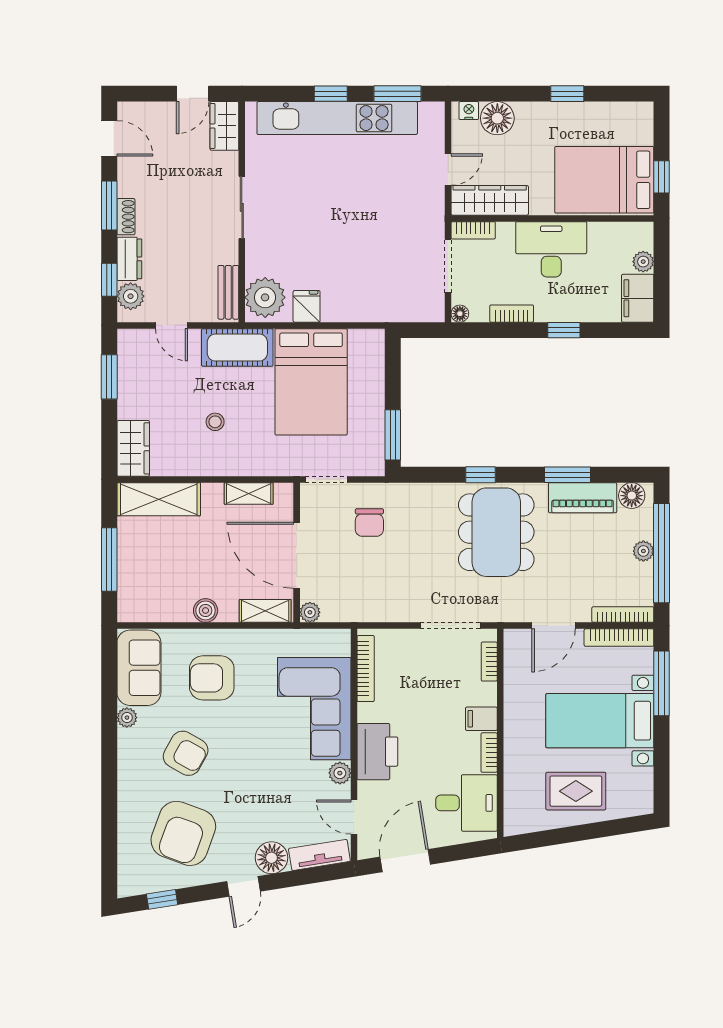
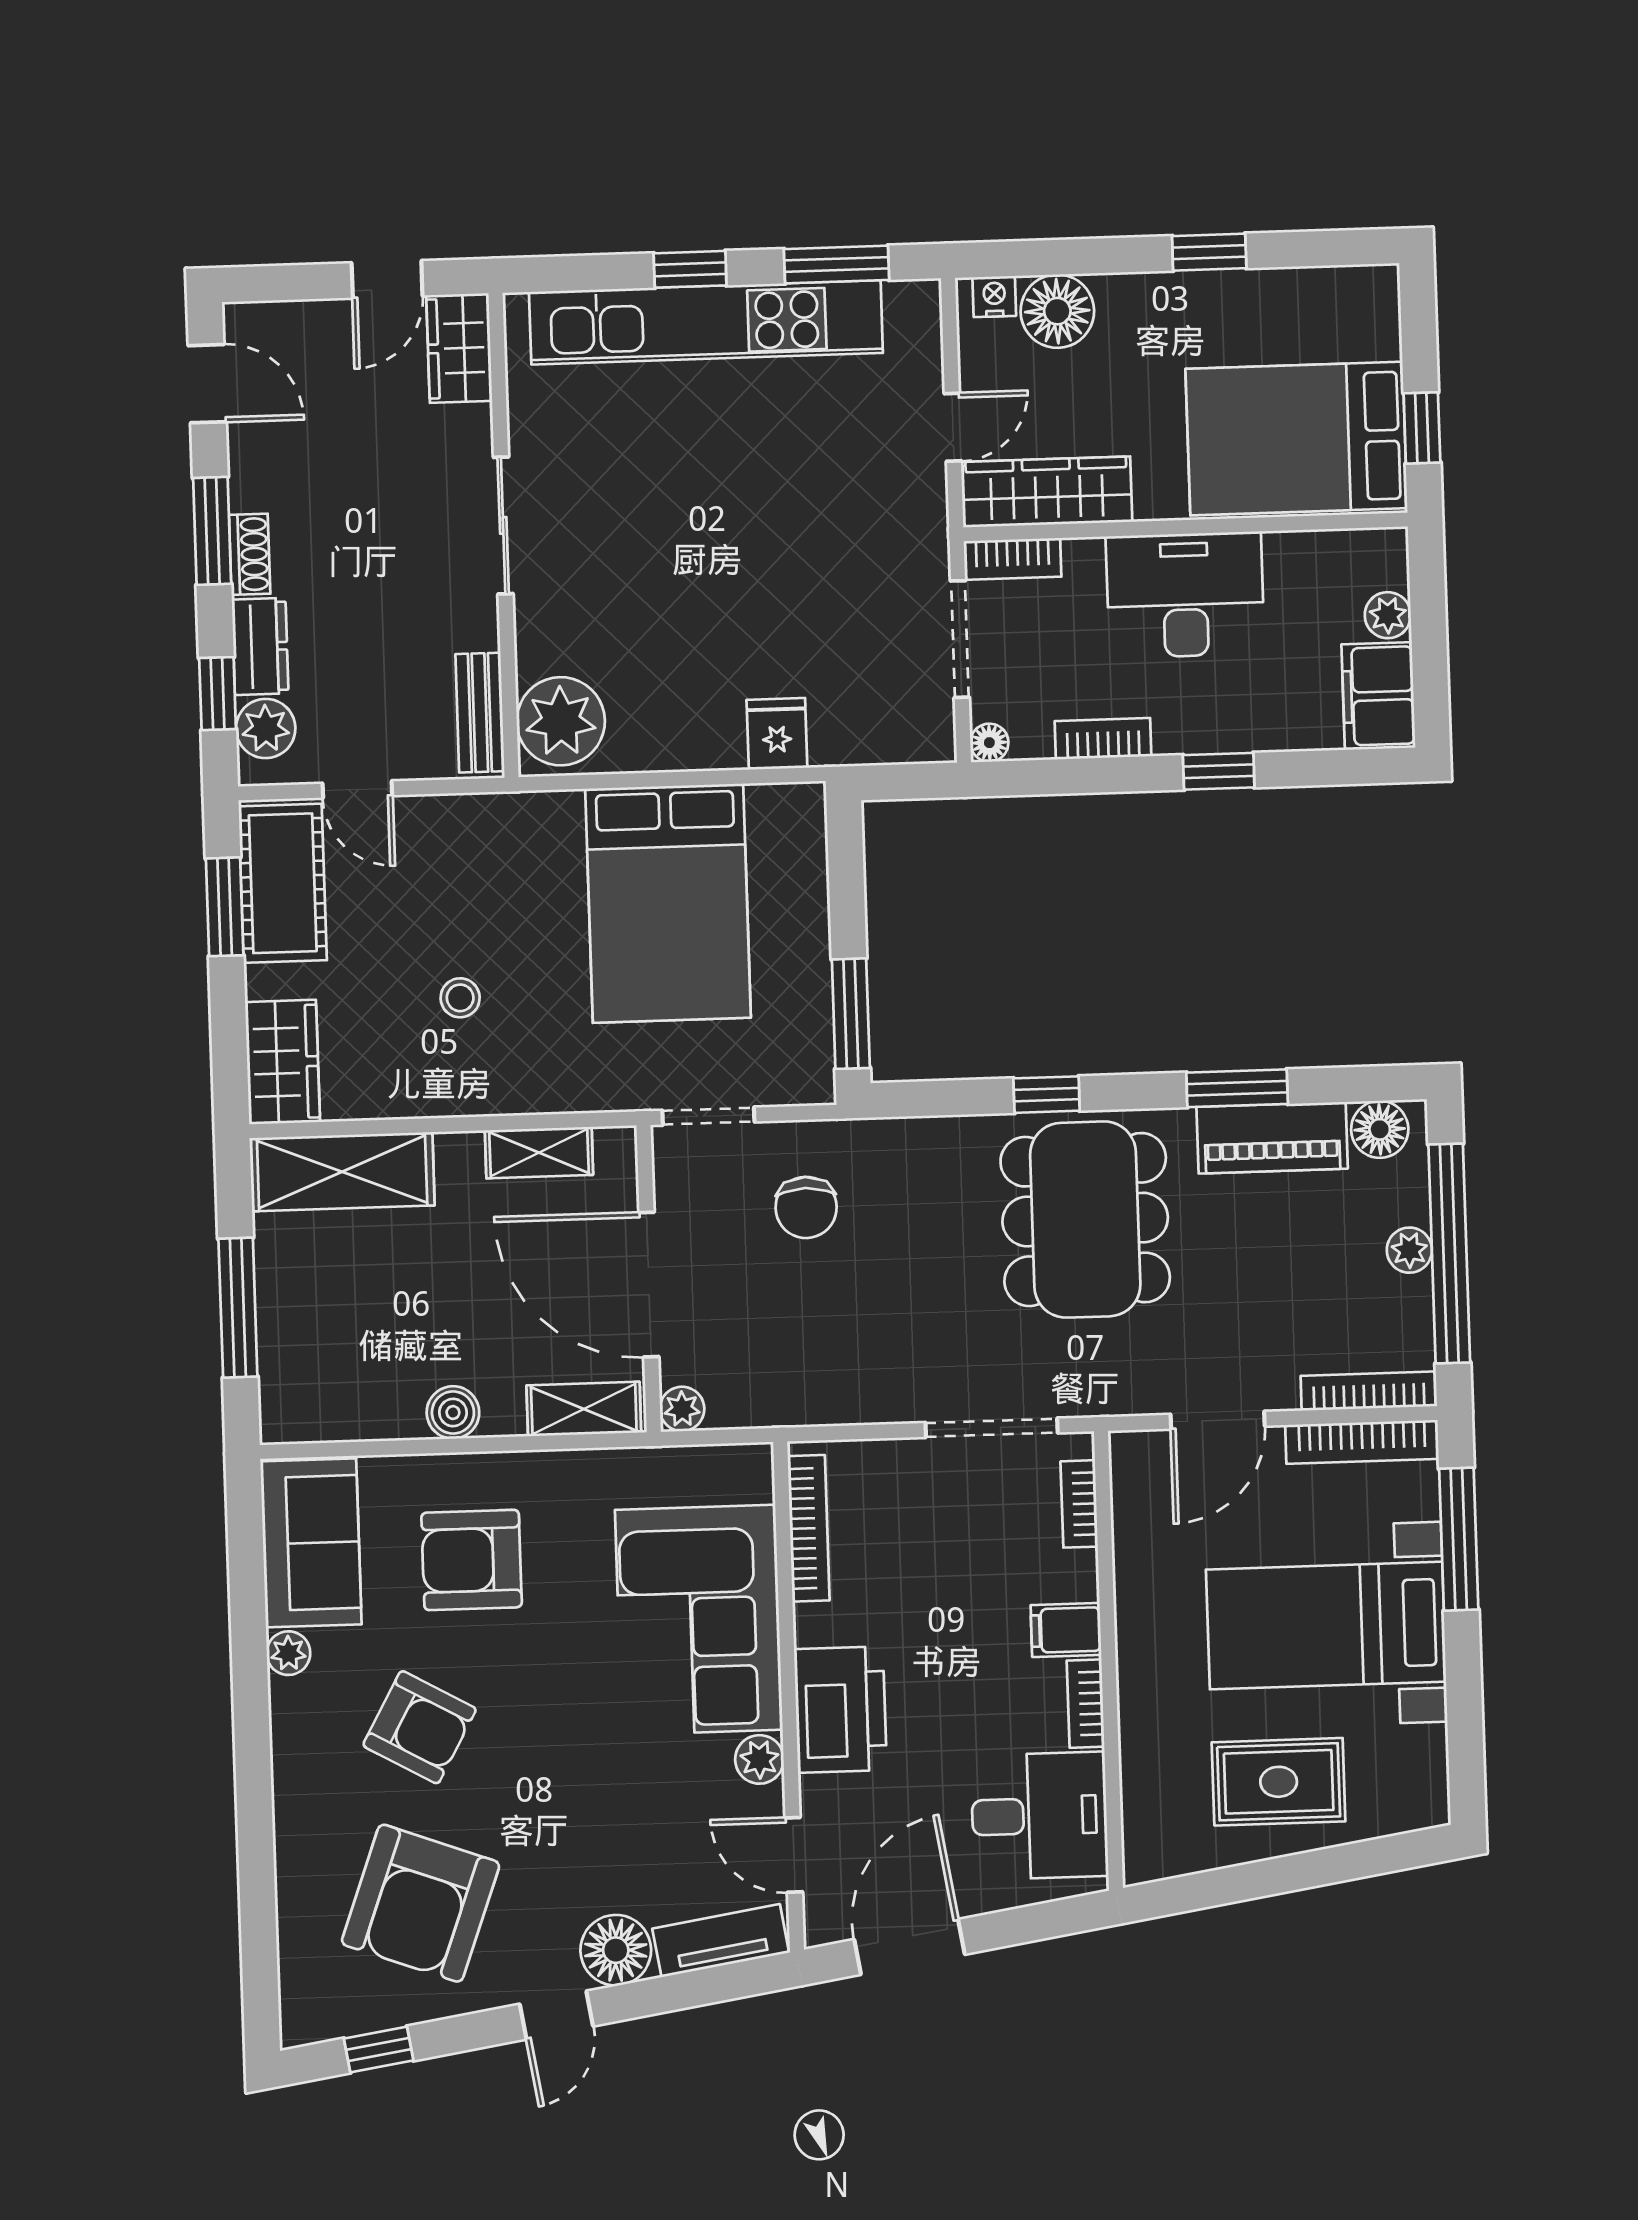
fridge: (307, 306) -> (777, 734), moved
cot: (237, 348) -> (283, 883), moved, turned 90

